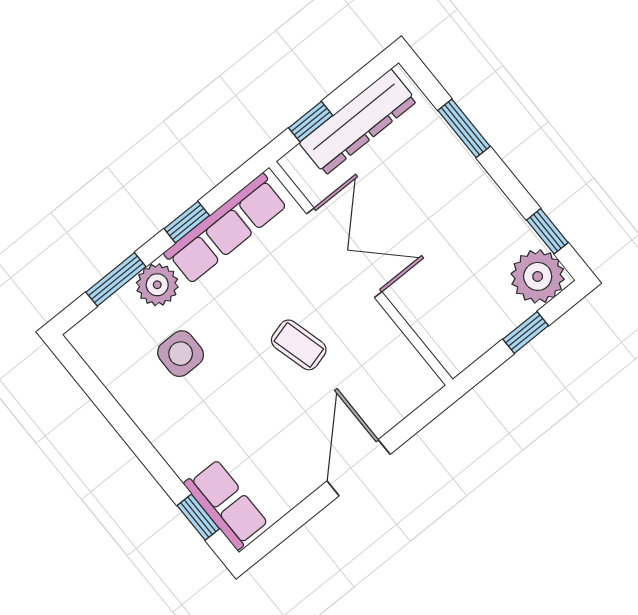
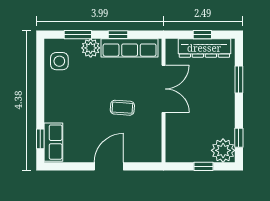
window: (311, 122) -> (202, 35), moved
coffee table: (299, 345) -> (122, 108), turned -71
side table: (181, 354) -> (59, 61), moved

